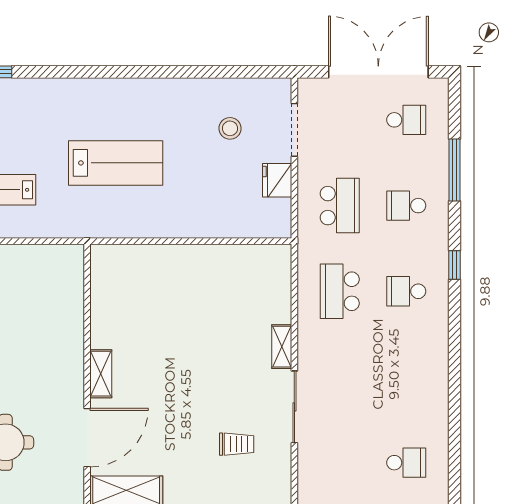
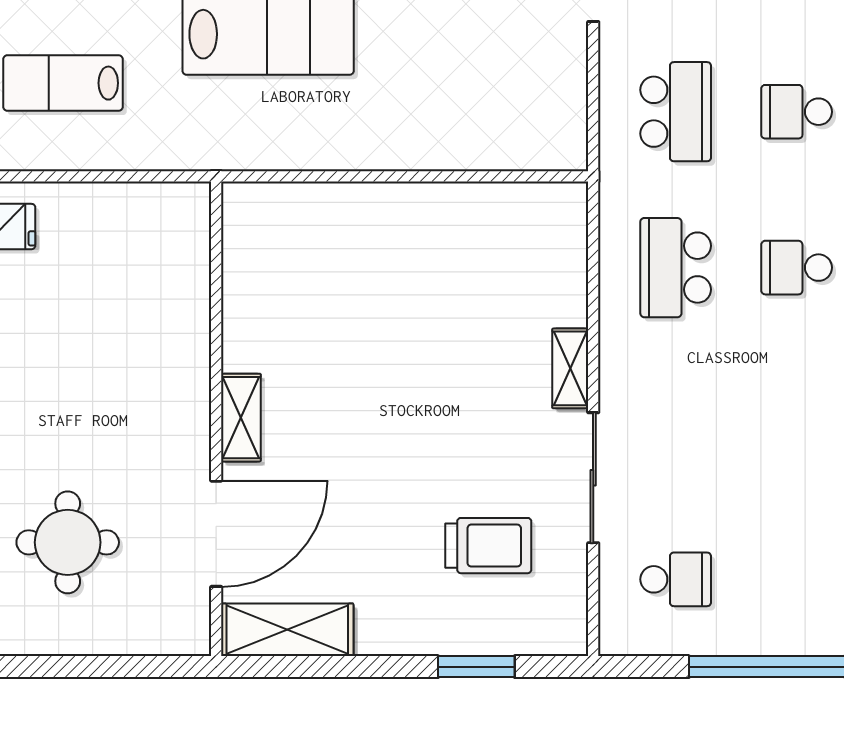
fridge: (277, 180) -> (562, 66), removed
trolley: (237, 444) -> (488, 546), width x1.36, depth x1.39
school desk: (406, 463) -> (676, 579), moved

